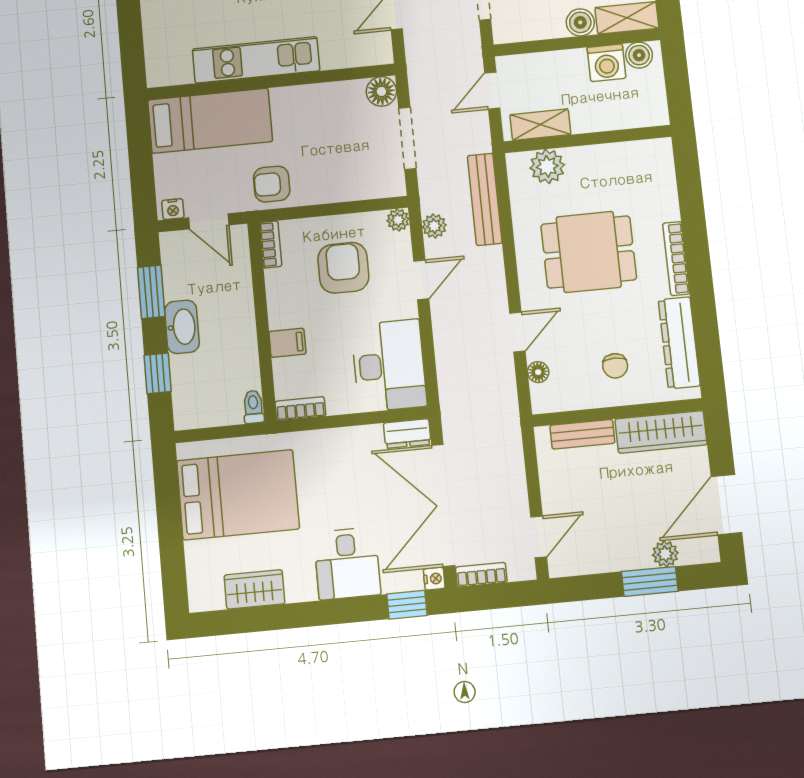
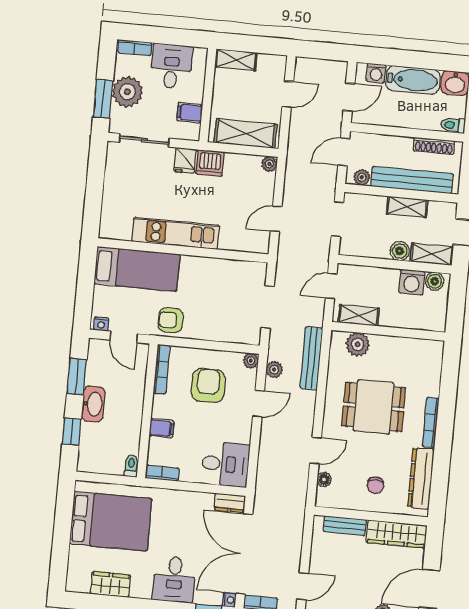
floor lamp: (381, 91) -> (256, 272), removed
bookcase: (271, 244) -> (162, 369), width x1.56
desk: (389, 366) -> (225, 464), width x0.73

